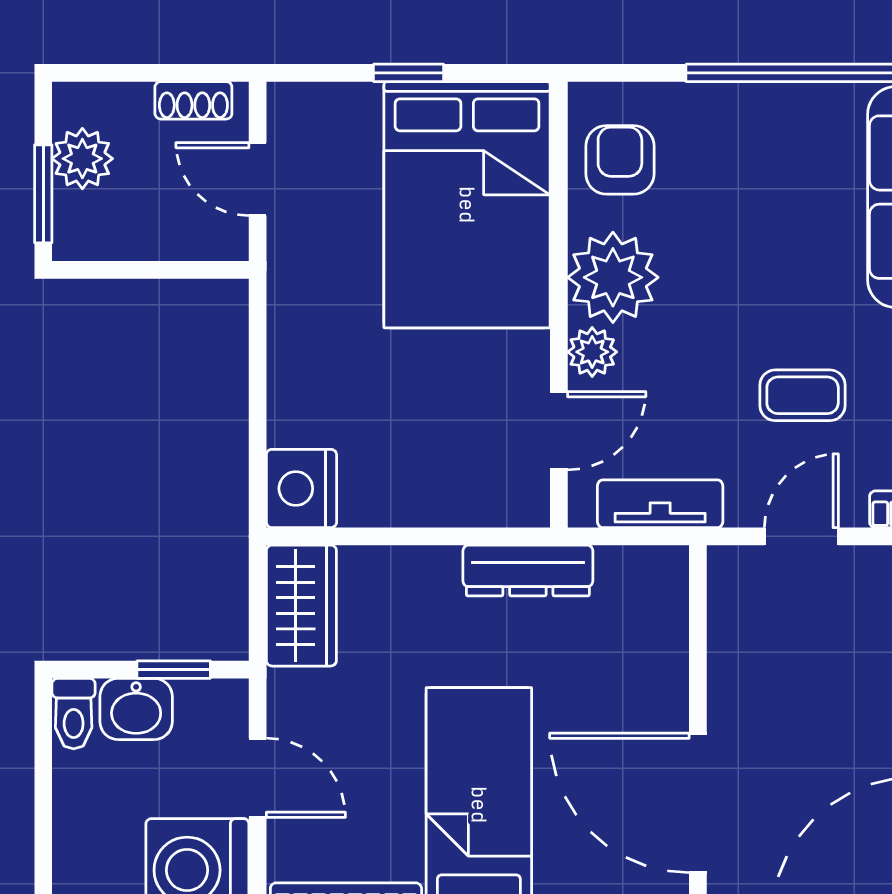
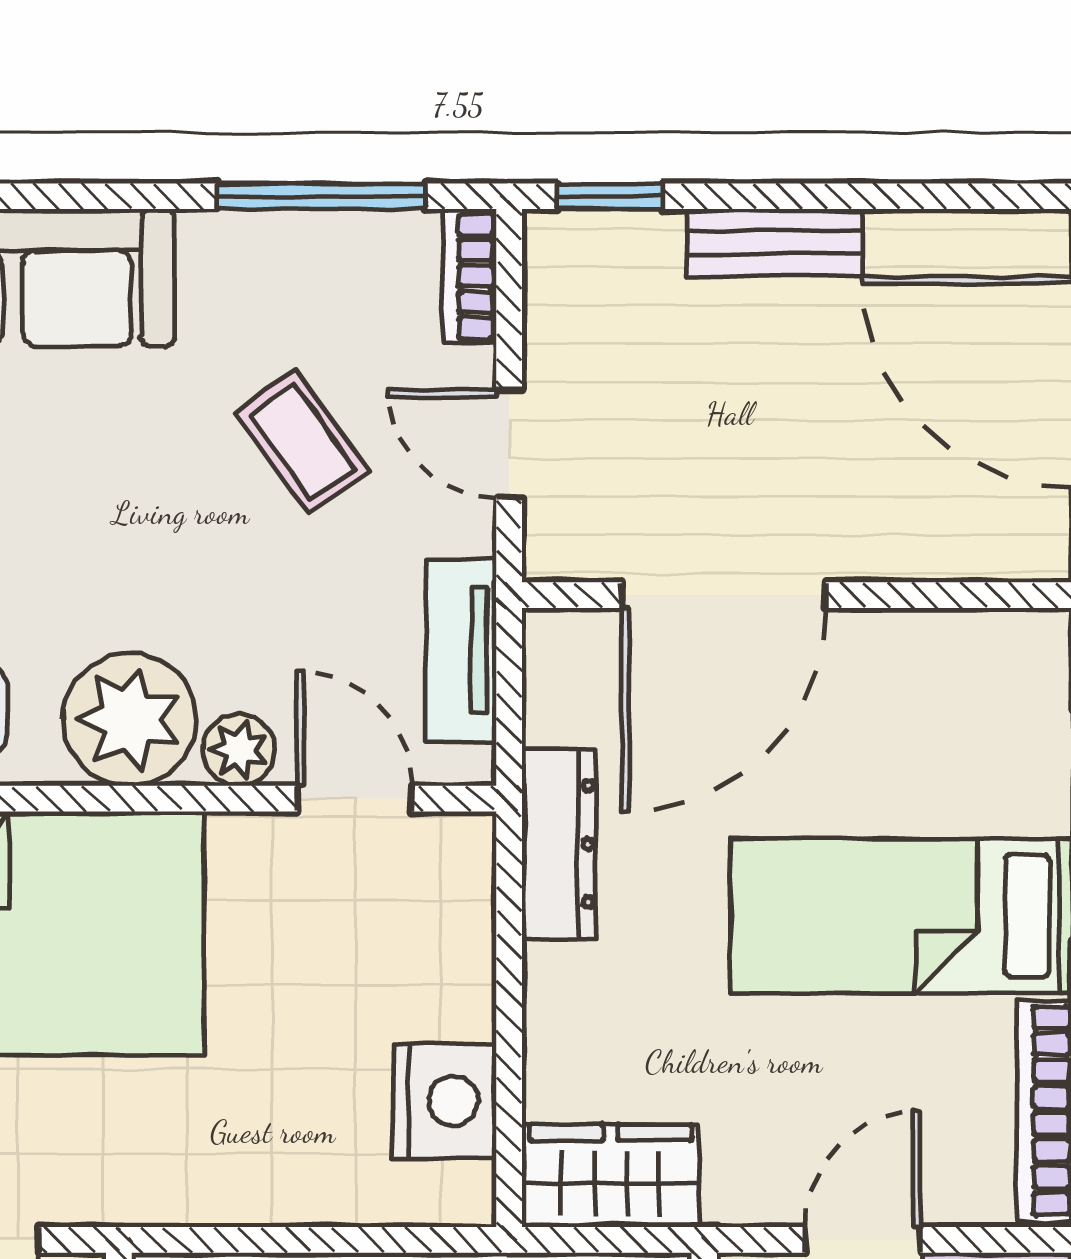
coffee table: (803, 395) -> (302, 442), turned -36
nightstand: (301, 488) -> (445, 1101), moved, turned -90
door: (698, 803) -> (724, 595), moved

